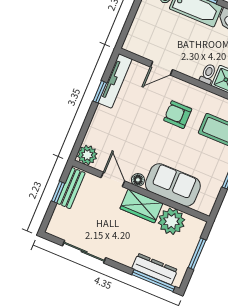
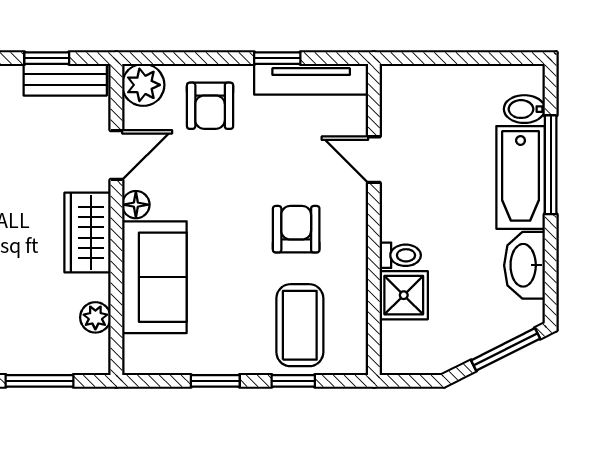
armchair: (108, 130) -> (210, 106), added
plant: (171, 221) -> (95, 317), width x0.53, depth x0.53

